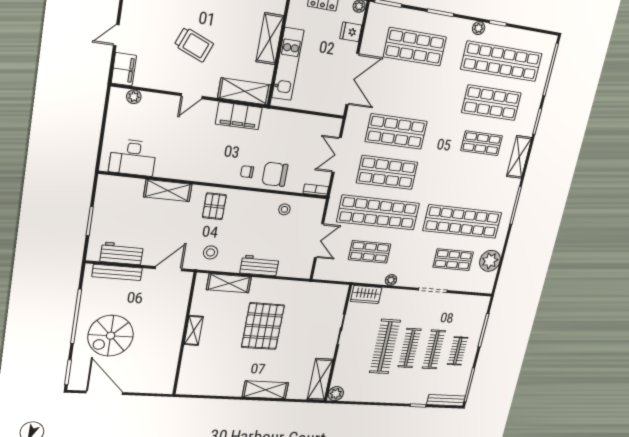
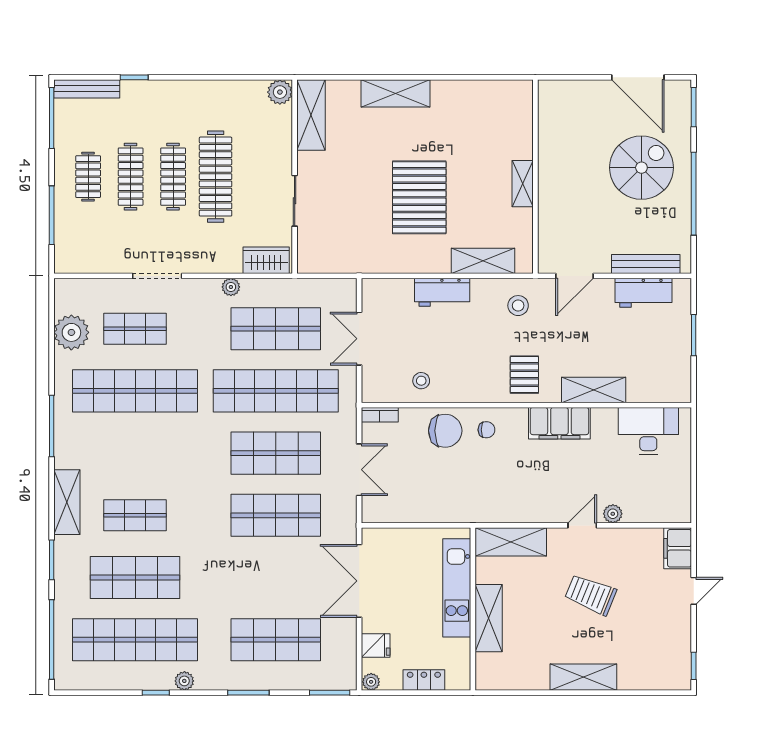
plant: (134, 97) -> (613, 514), moved
filing cabinet: (239, 116) -> (559, 423), moved, turned 180
shop shelf: (370, 252) -> (276, 329), width x1.43, depth x1.36

